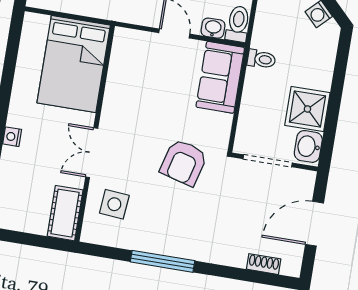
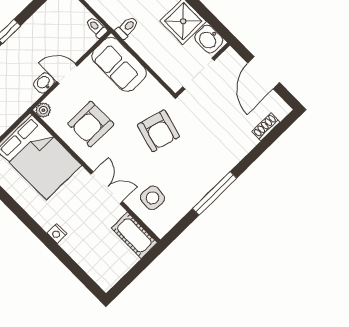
toilet: (238, 24) -> (96, 27), width x0.73, depth x0.72
washbasin: (213, 28) -> (44, 83), moved
plant: (122, 36) -> (43, 110), added
armchair: (142, 92) -> (91, 124), added
double door: (92, 153) -> (107, 188), swing flipped

